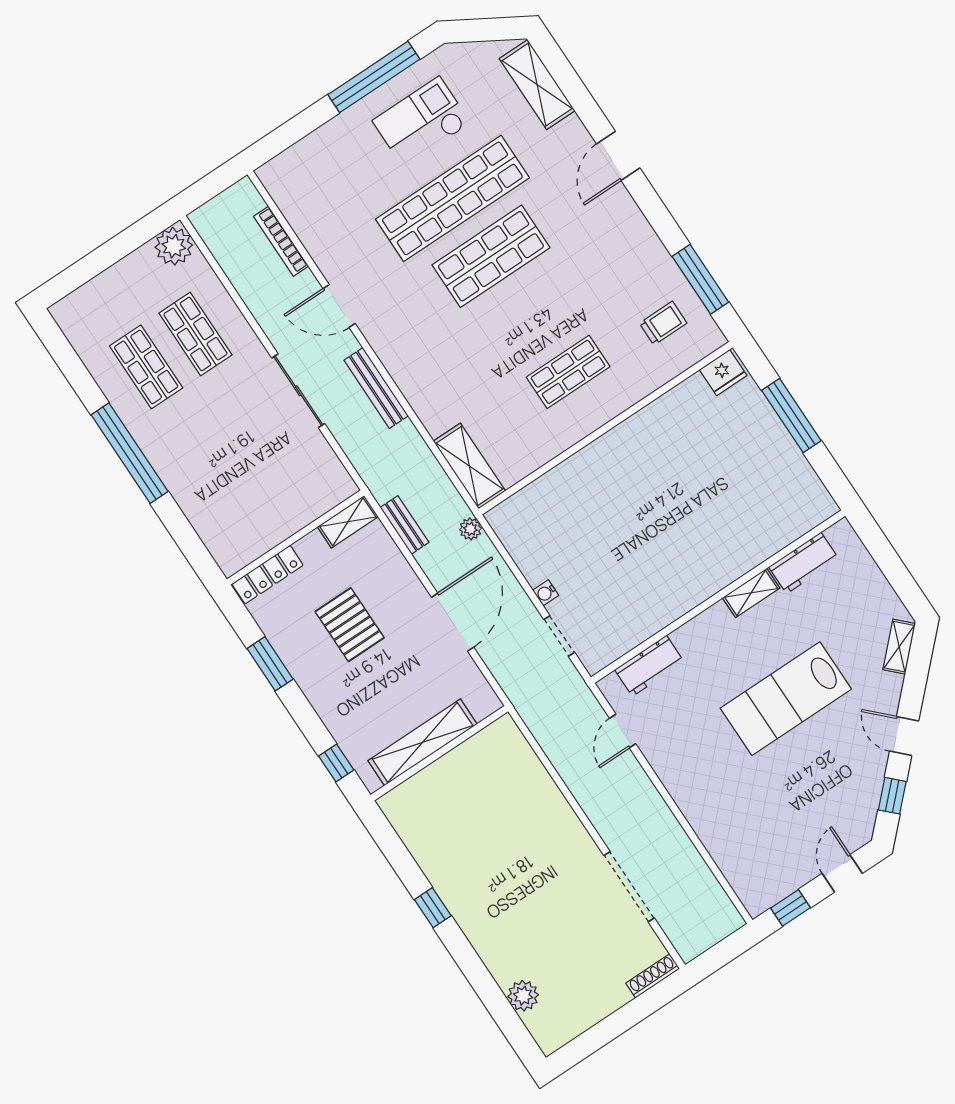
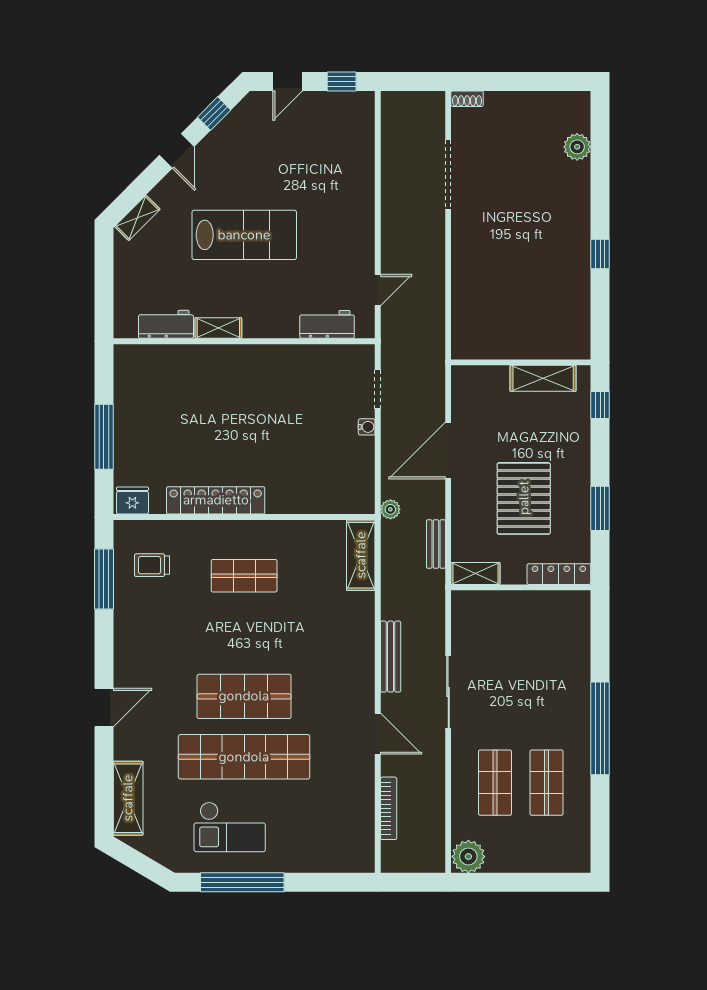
locker: (644, 426) -> (216, 500), added
pallet: (350, 625) -> (524, 498), width x1.37, depth x1.41
shelving: (423, 742) -> (543, 378), width x0.68
shoe rack: (653, 976) -> (467, 99), width x0.70

